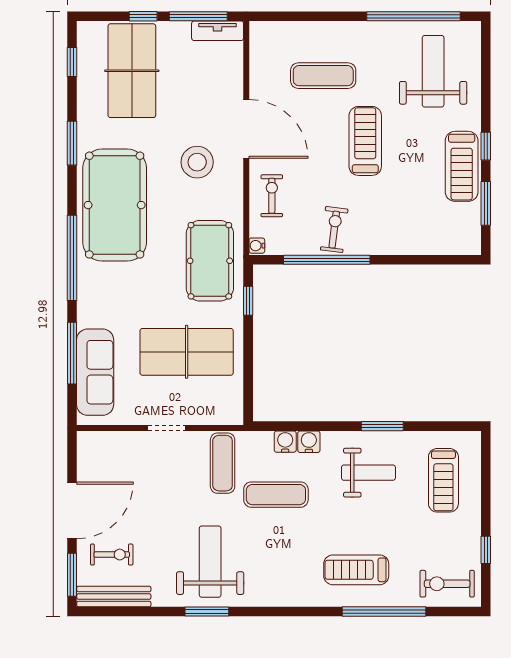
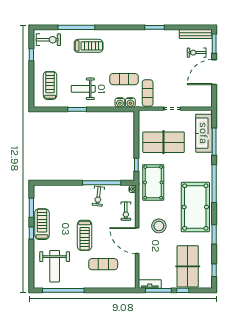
water cooler: (309, 442) -> (130, 102), moved
weight bench: (210, 562) -> (153, 49), removed

